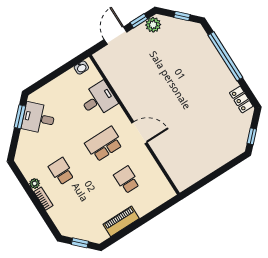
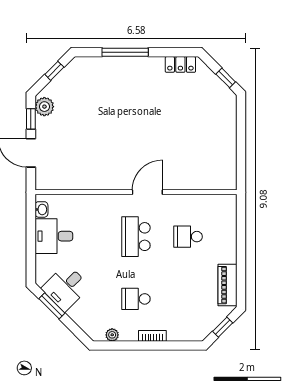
window: (225, 56) -> (125, 52), width x0.68
desk: (98, 100) -> (54, 236), moved, turned -90
plant: (35, 183) -> (112, 335), moved
piano: (121, 221) -> (228, 285), moved

